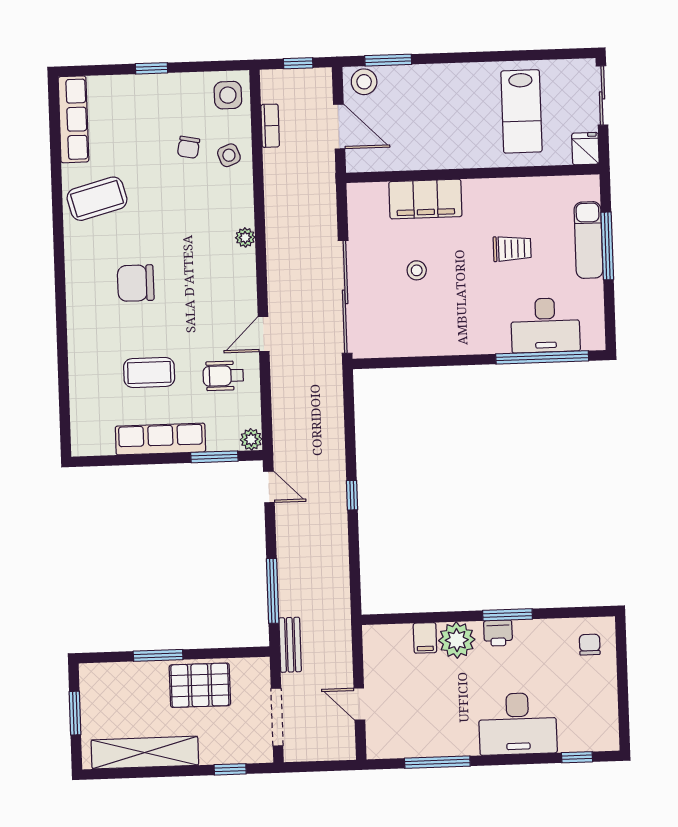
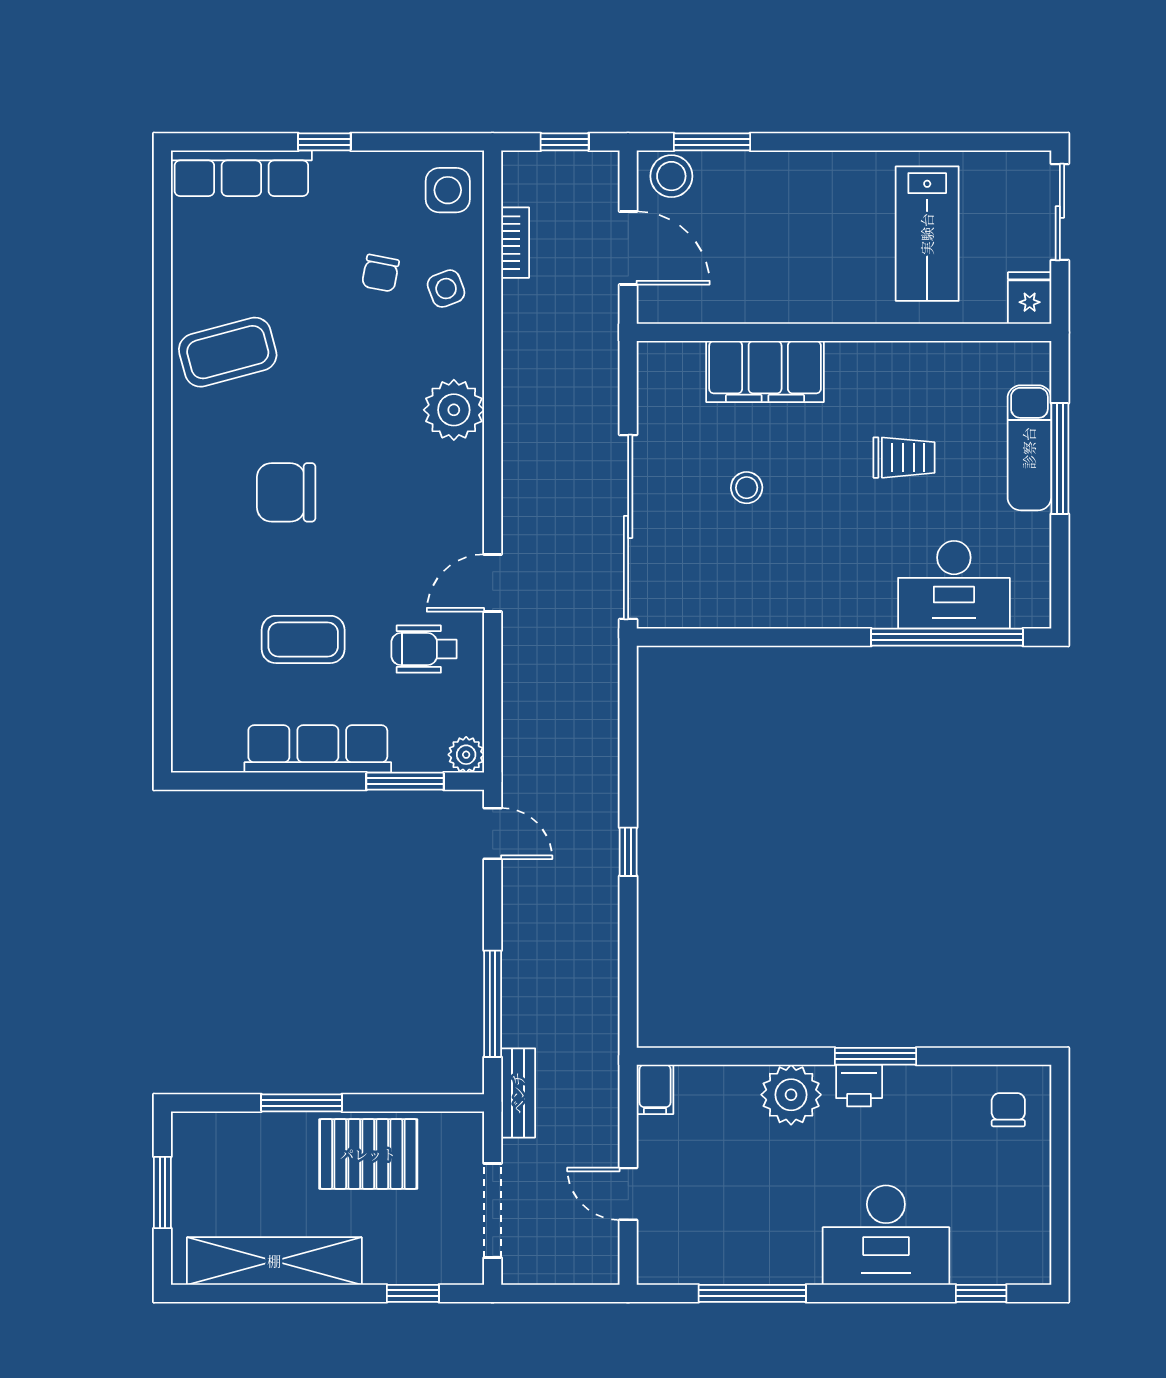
row of seats: (73, 119) -> (241, 173), moved, turned 90
plant: (245, 237) -> (454, 410), width x1.88, depth x1.88
filing cabinet: (425, 638) -> (655, 1089), moved

